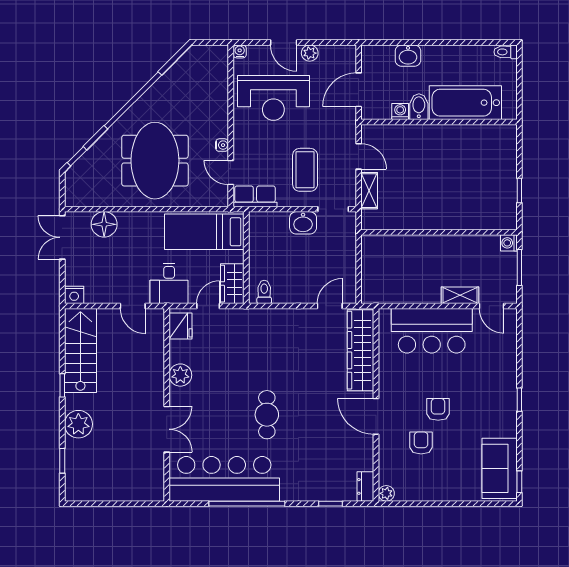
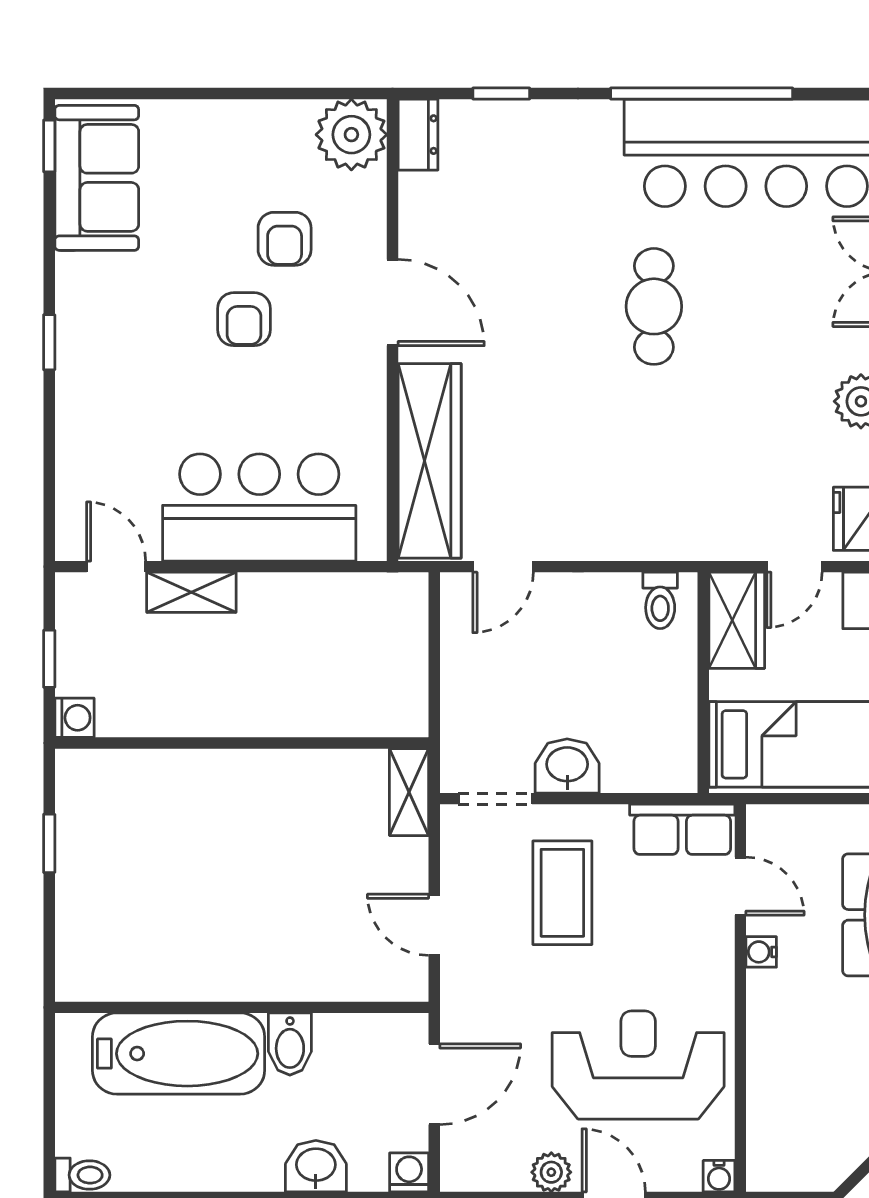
washing machine: (400, 111) -> (409, 1172), moved, turned 180
shelving: (369, 191) -> (409, 792), moved
window: (519, 268) -> (49, 659), width x0.67
plant: (386, 493) -> (351, 135), width x1.87, depth x1.87

